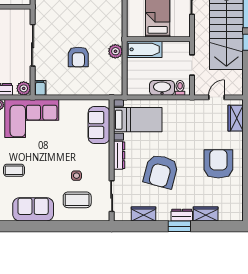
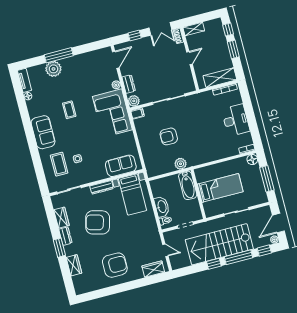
dresser: (182, 215) -> (65, 236), moved

